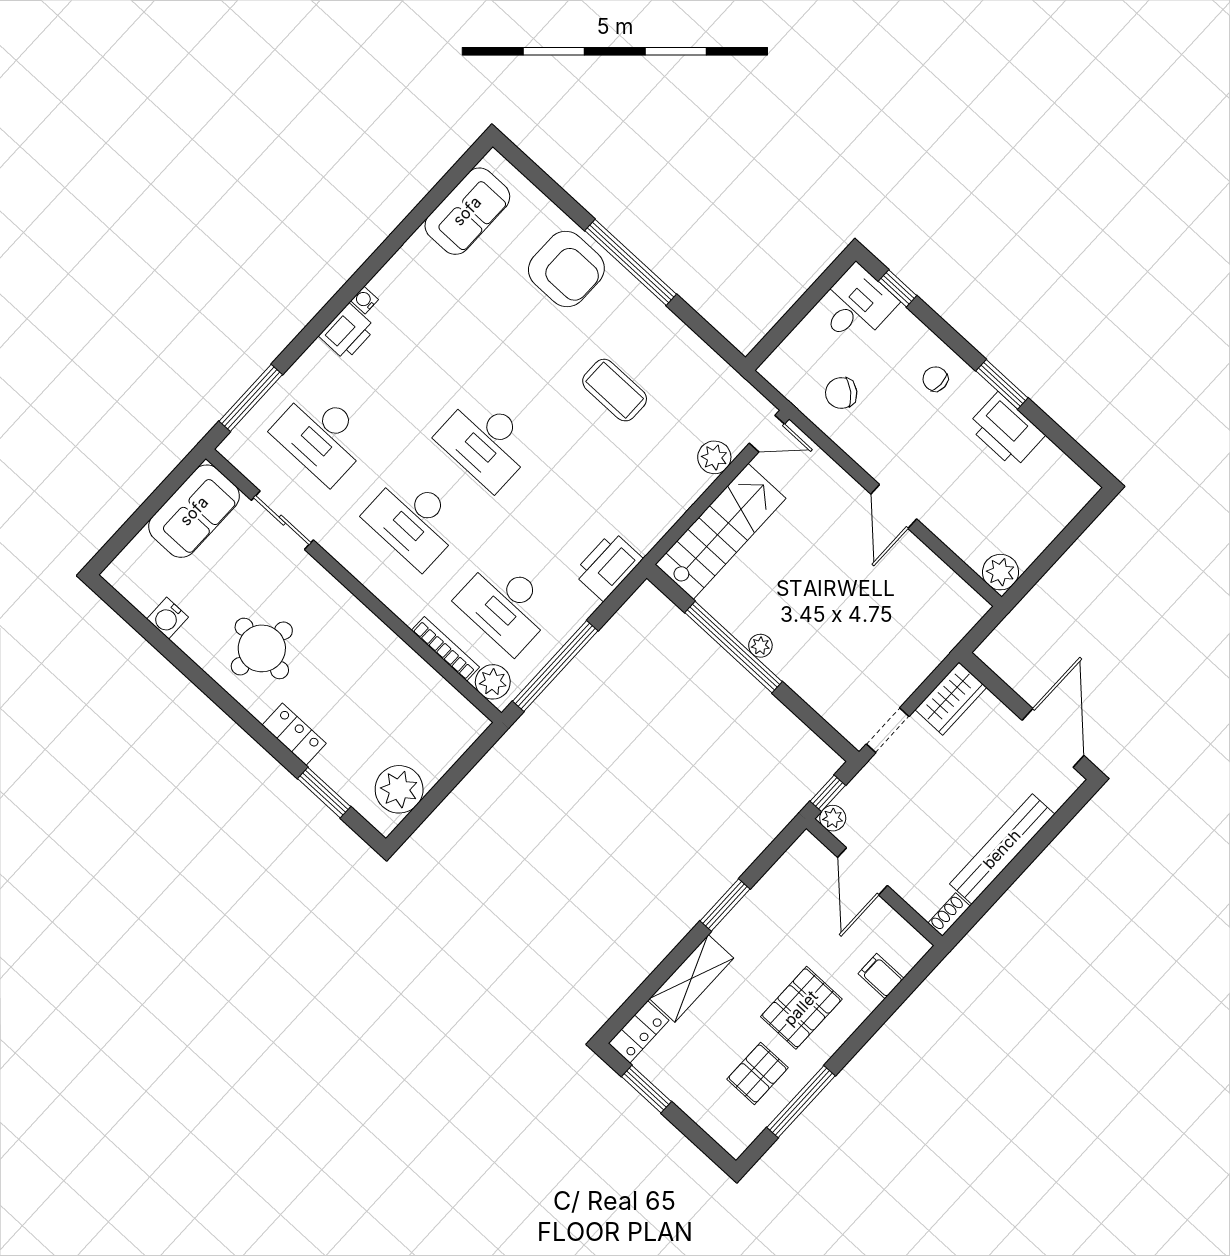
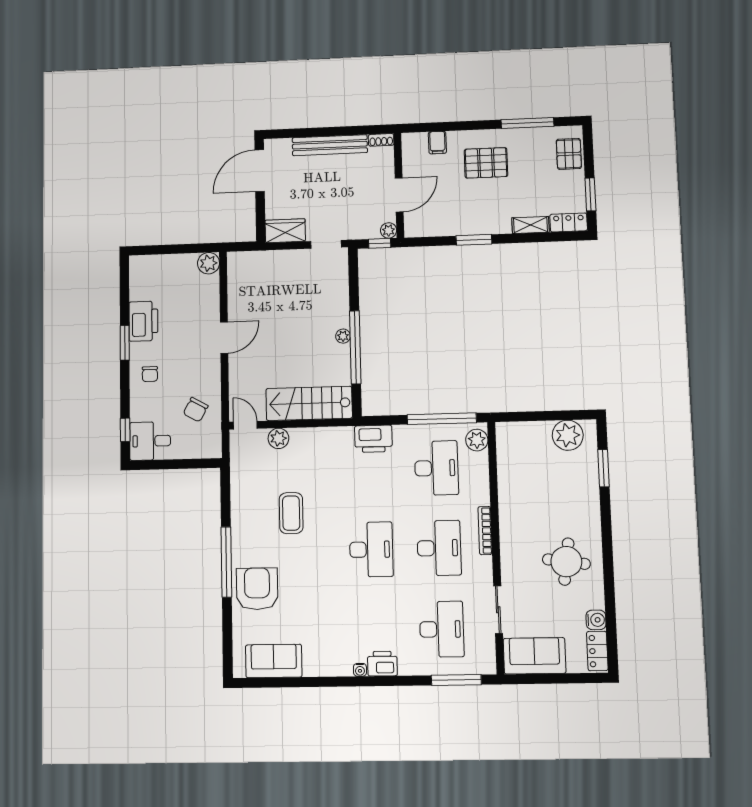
chair: (841, 393) -> (196, 410), turned 78
bookcase: (445, 649) -> (485, 531), moved
locker: (294, 734) -> (597, 651), moved
shelving: (692, 978) -> (530, 225), width x0.67, depth x0.75
pallet: (758, 1073) -> (569, 154), moved, turned 90

